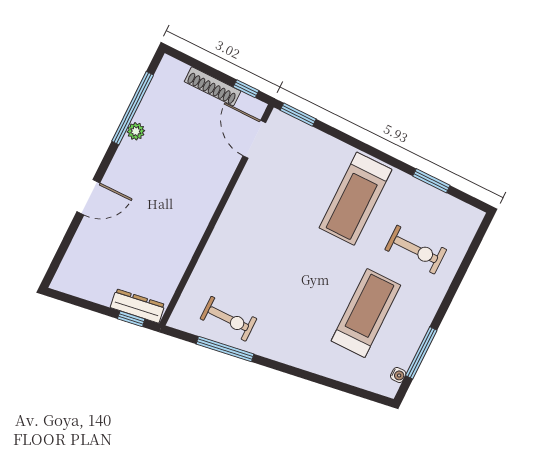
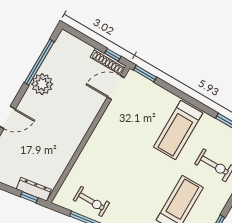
shoe rack: (213, 86) -> (108, 62), moved
plant: (136, 131) -> (42, 84), width x1.88, depth x1.88
door: (254, 139) -> (116, 87), hinge flipped

